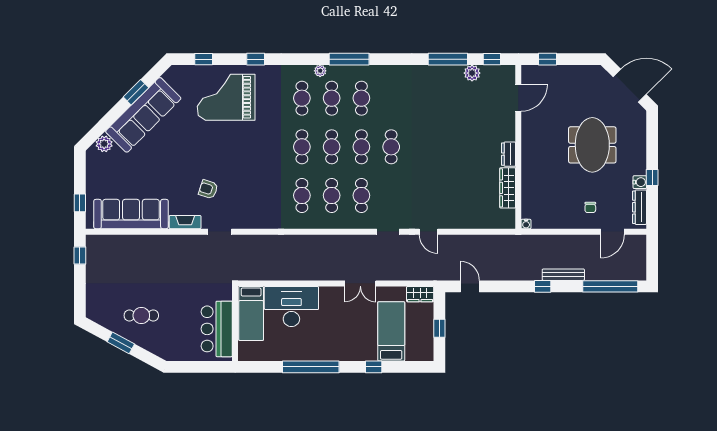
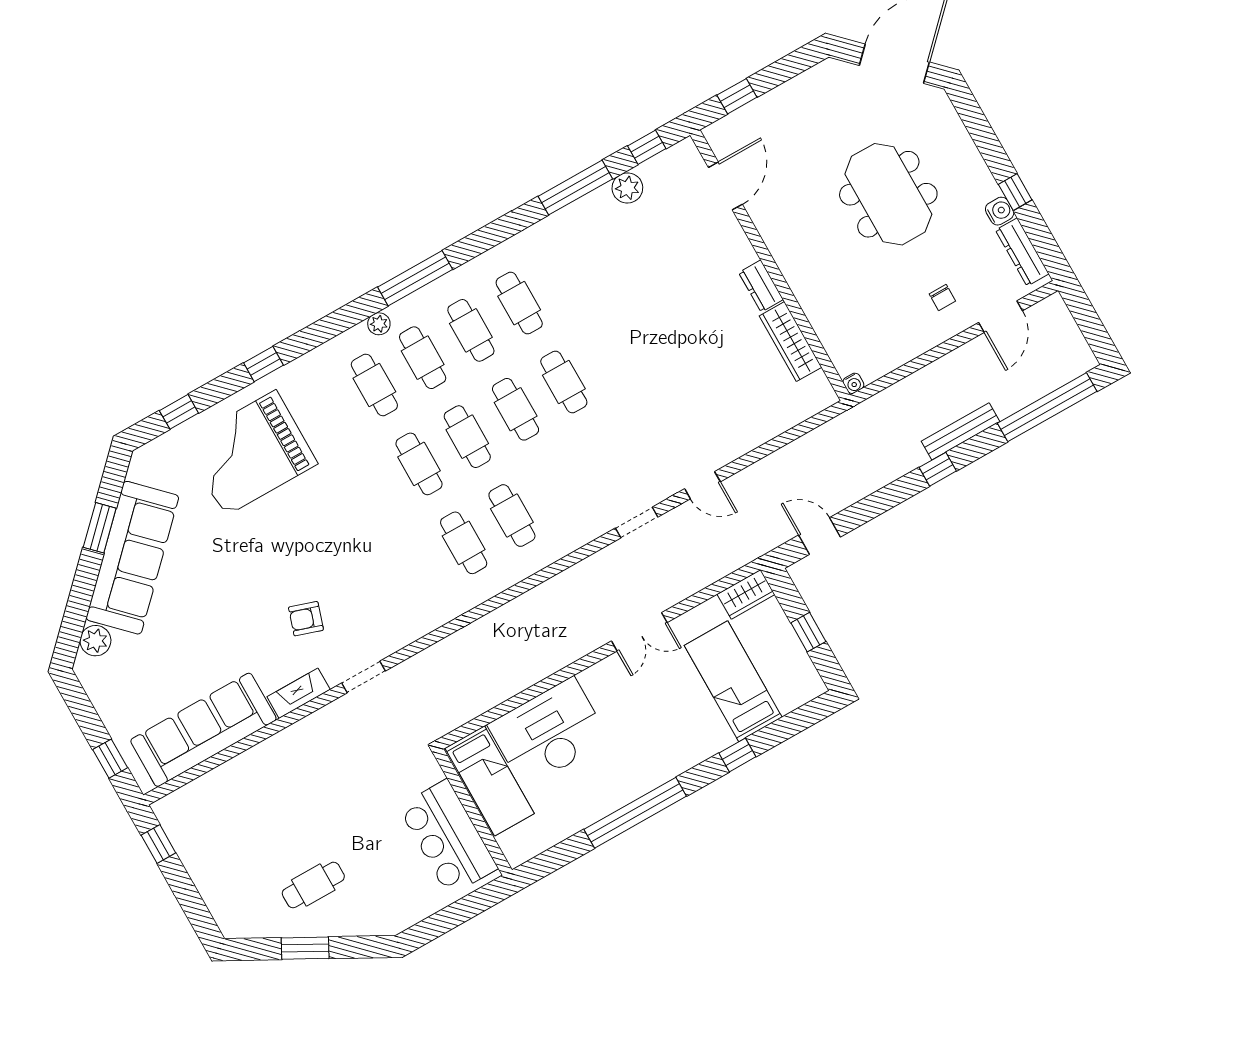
cafe table: (361, 195) -> (519, 303), moved

